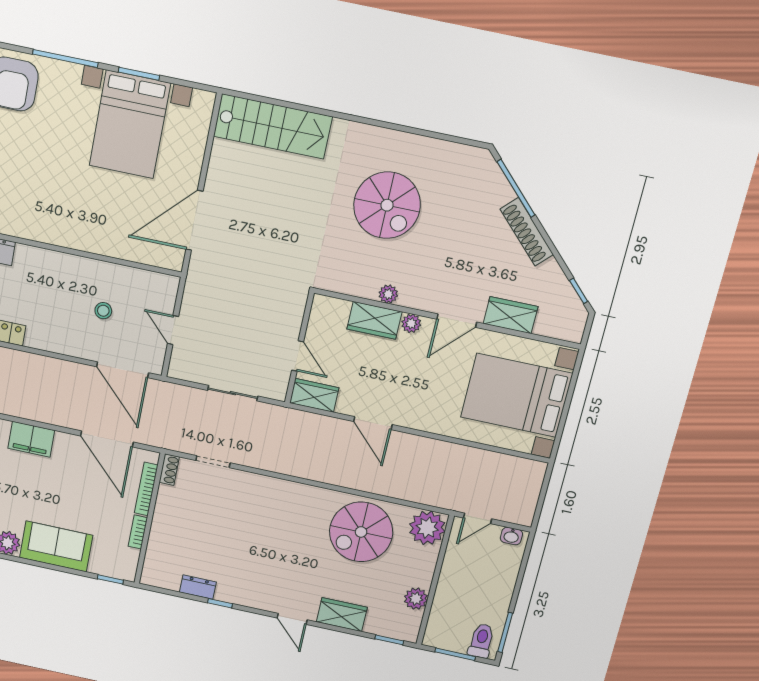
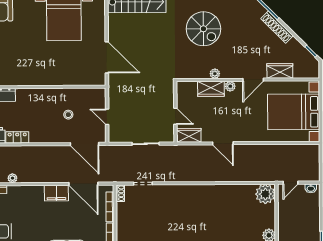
door: (194, 220) -> (107, 57), swing flipped
filing cabinet: (31, 439) -> (56, 193), moved
spiral stairs: (361, 532) -> (231, 204), removed

